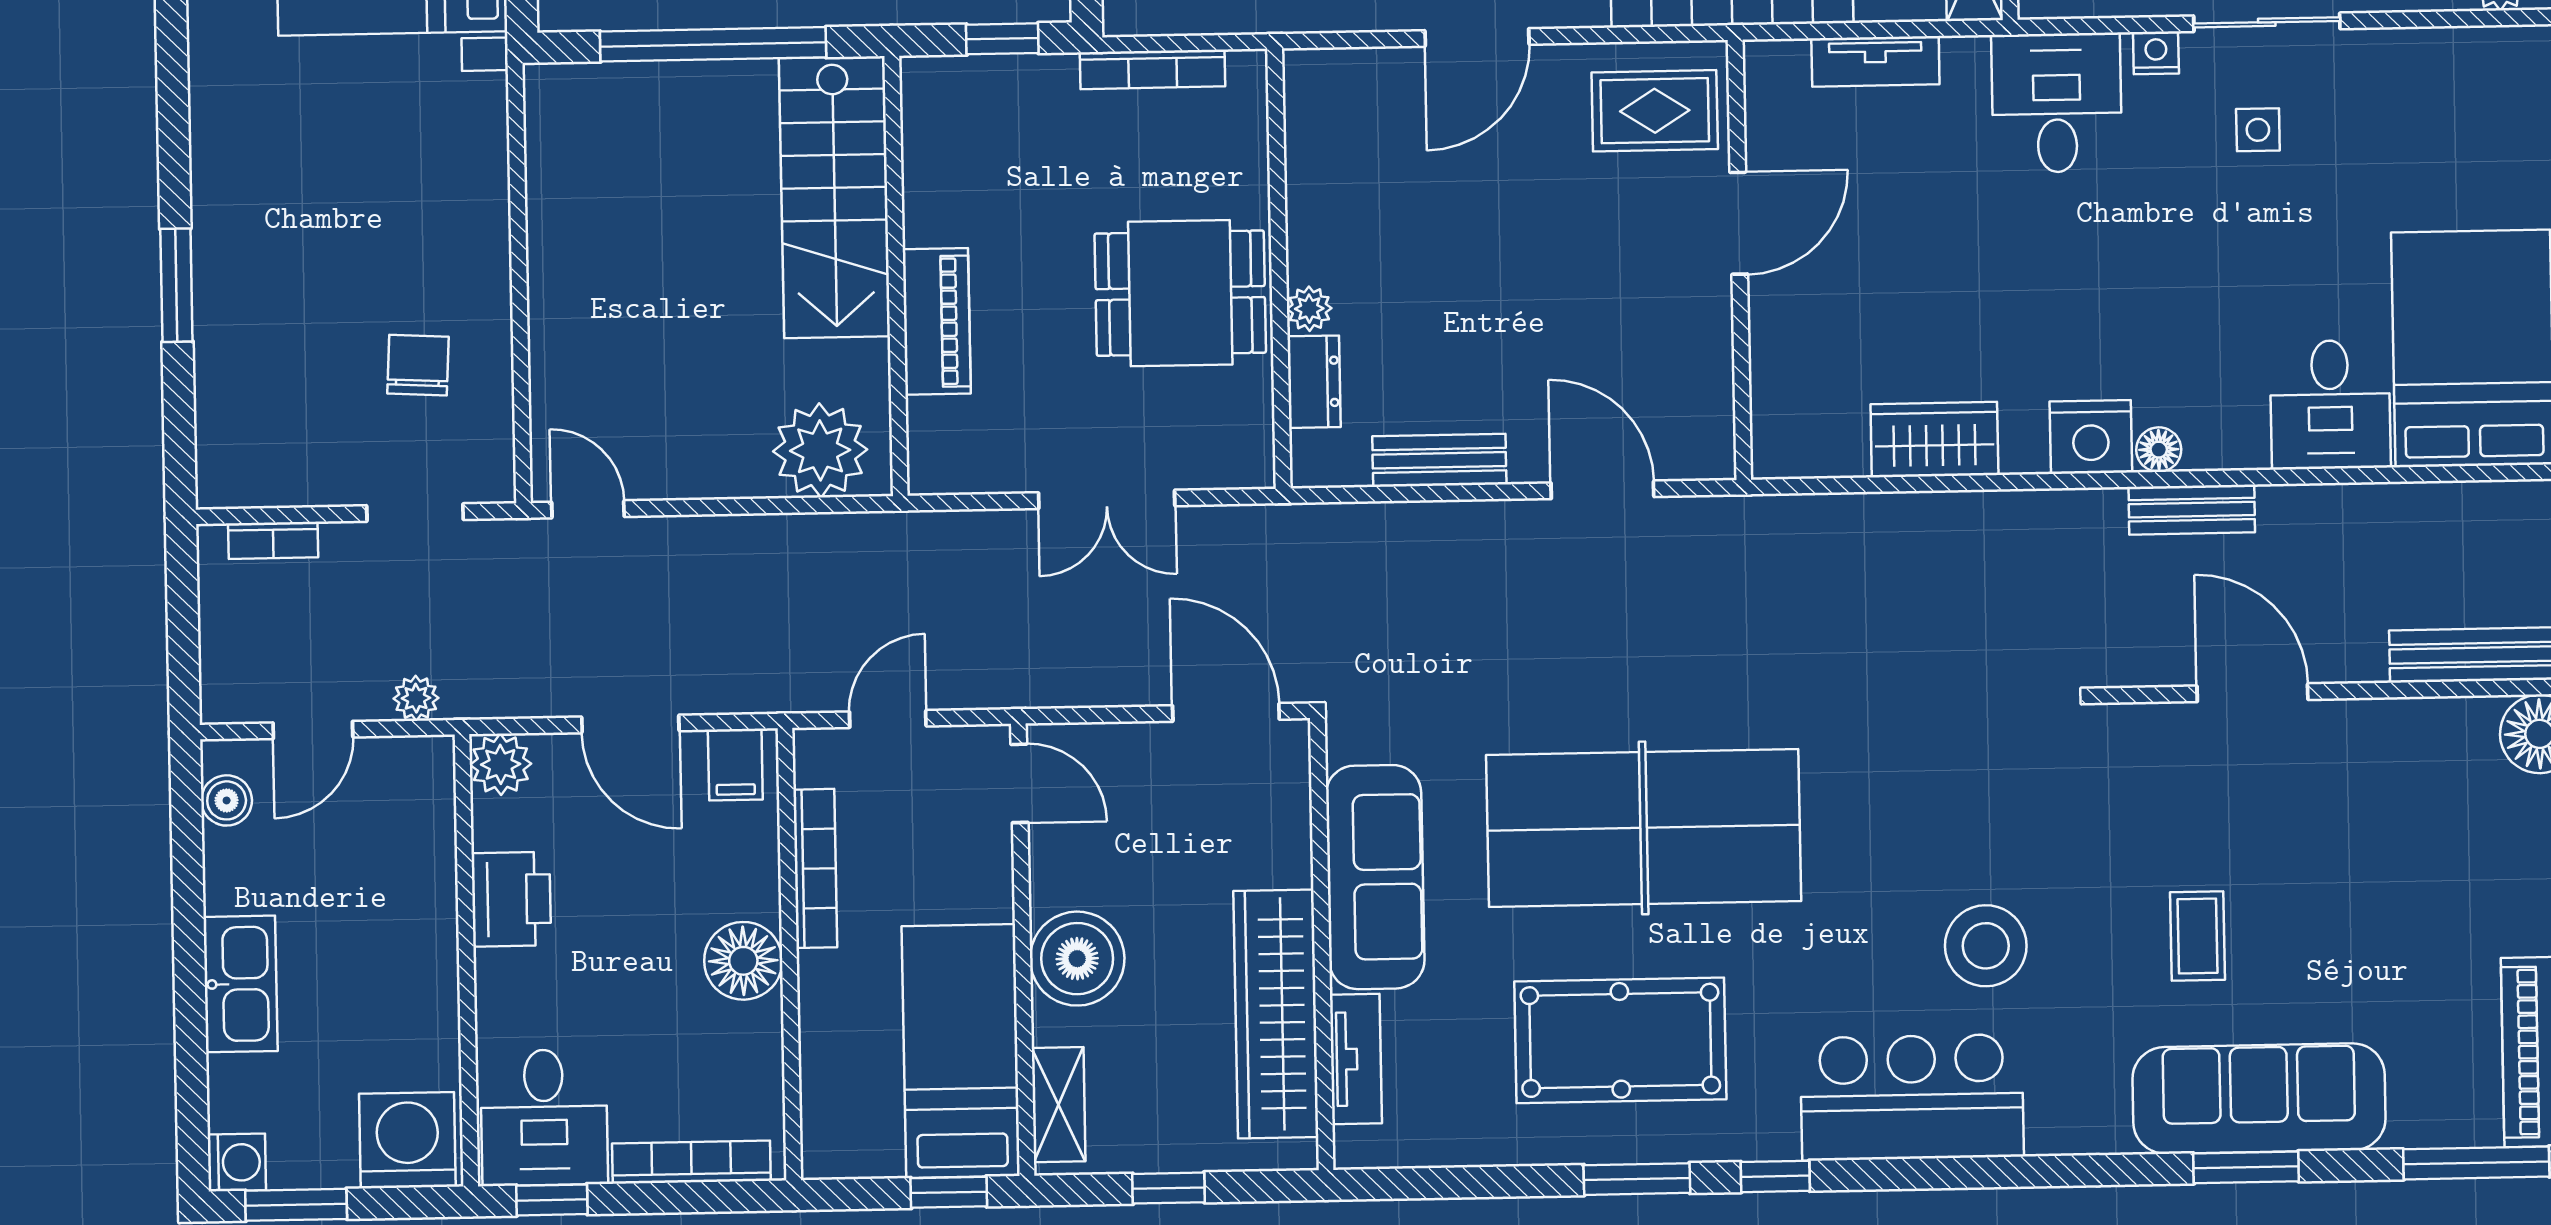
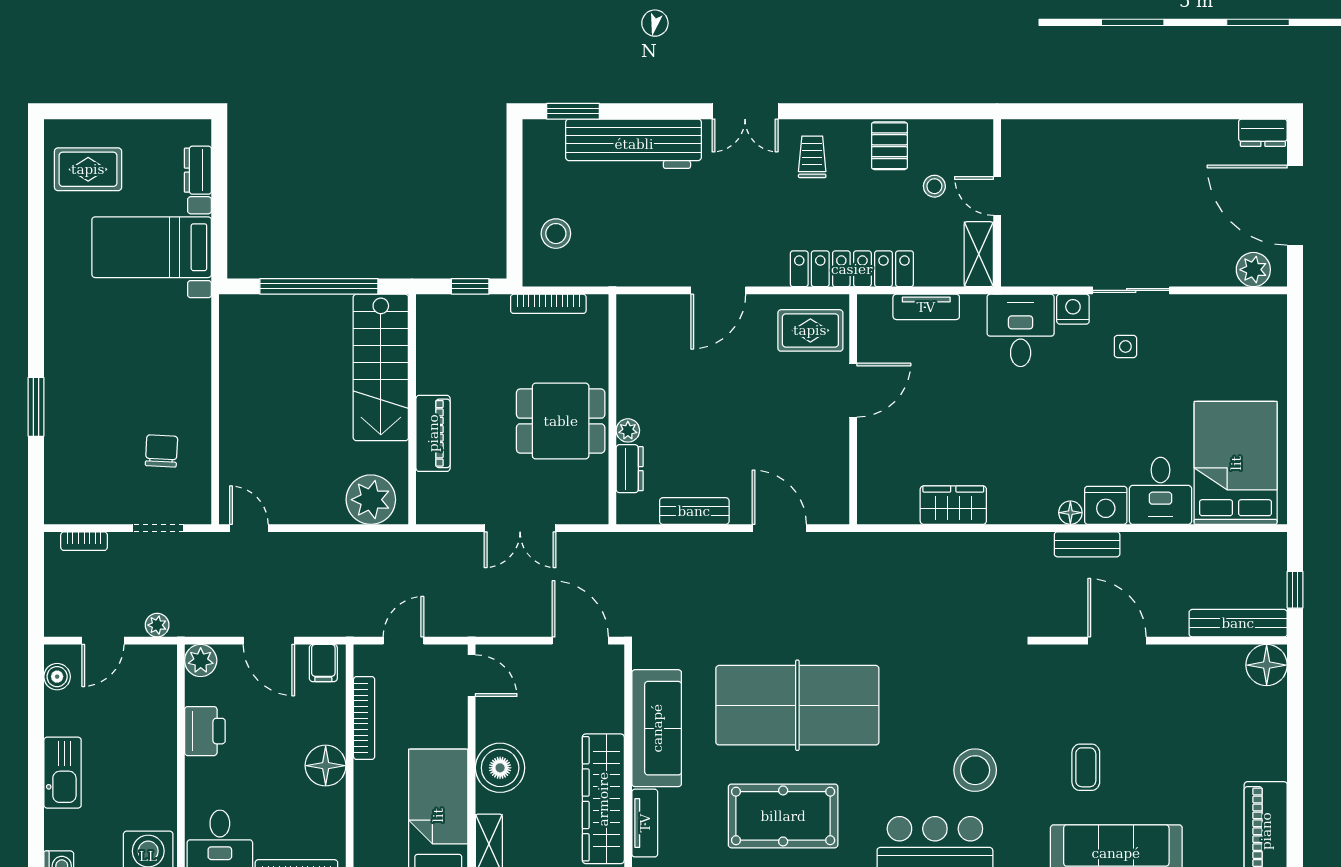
nightstand: (2156, 53) -> (1073, 309), width x1.39, depth x1.35
nightstand: (2091, 437) -> (1106, 505), moved

